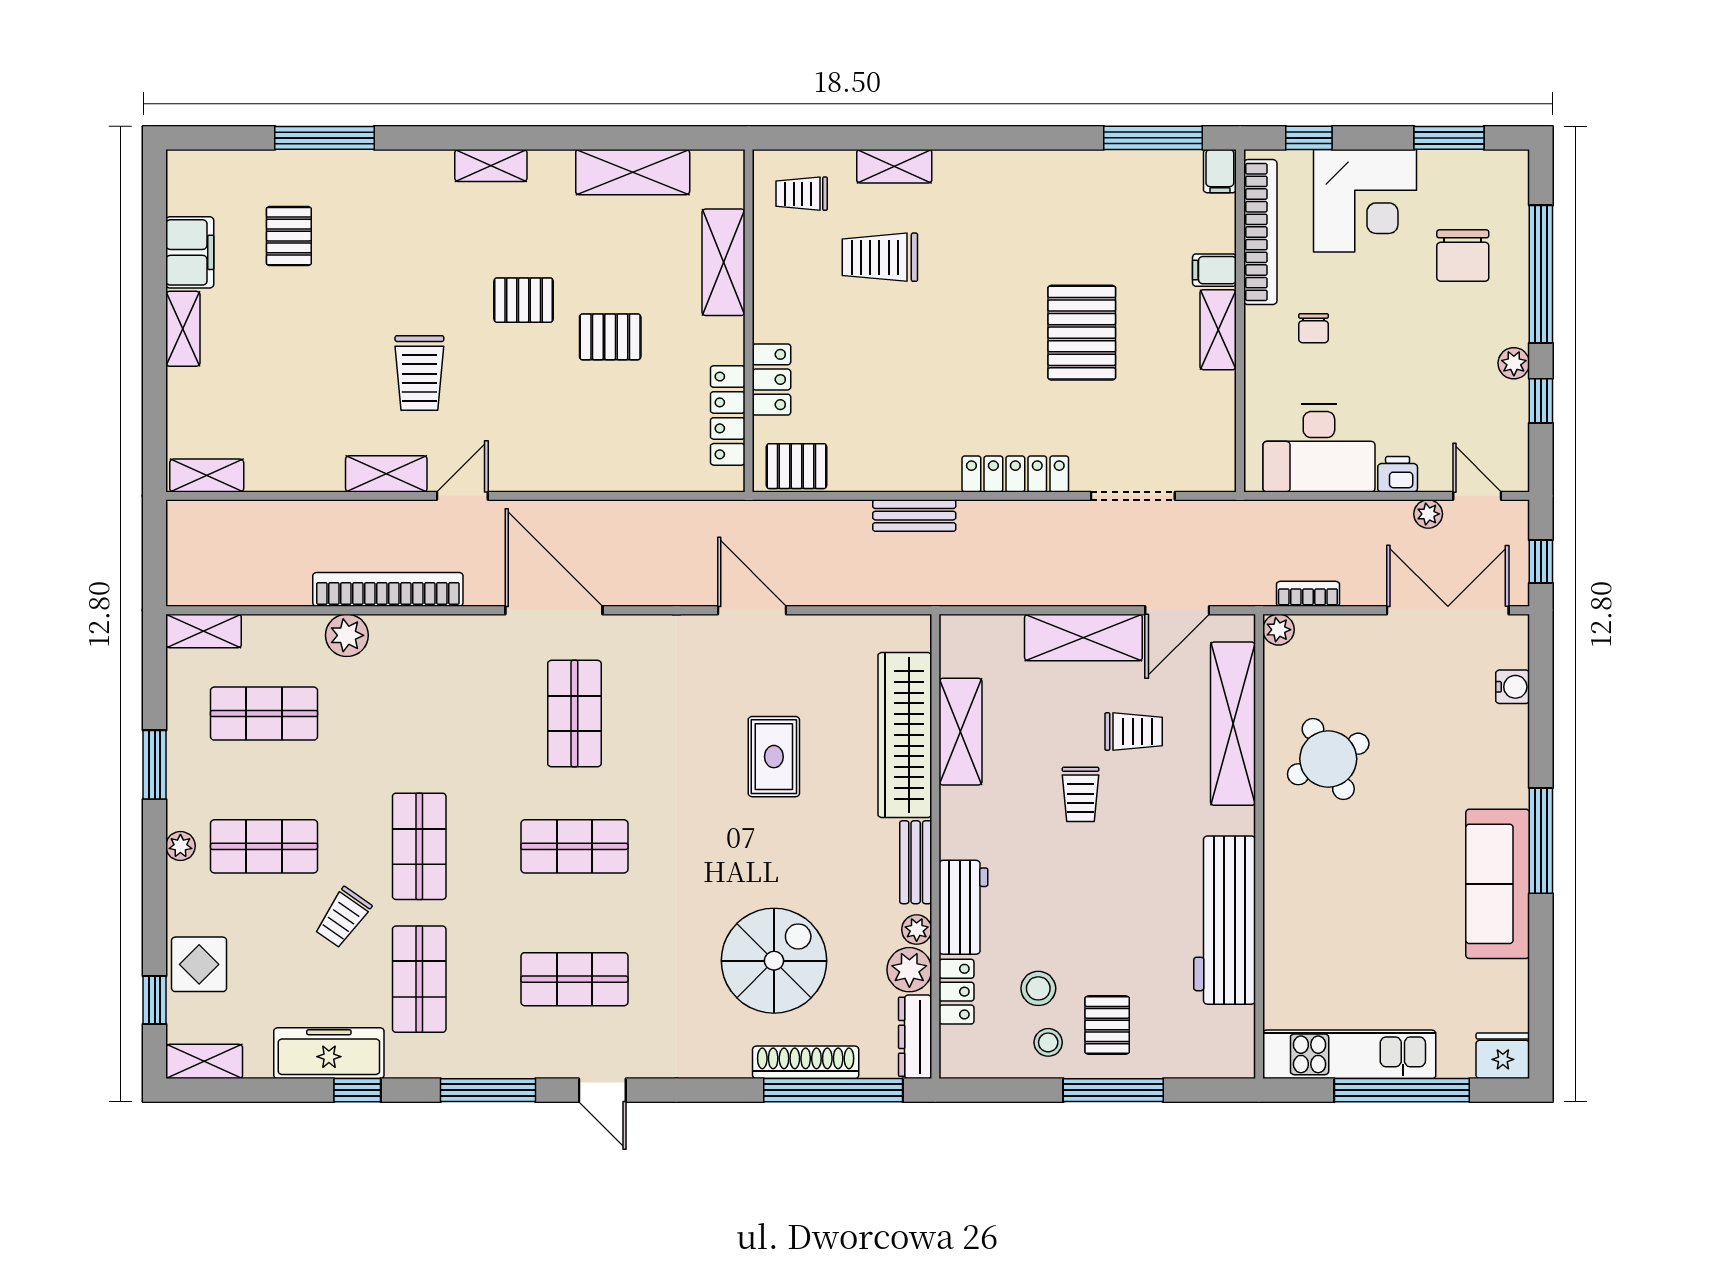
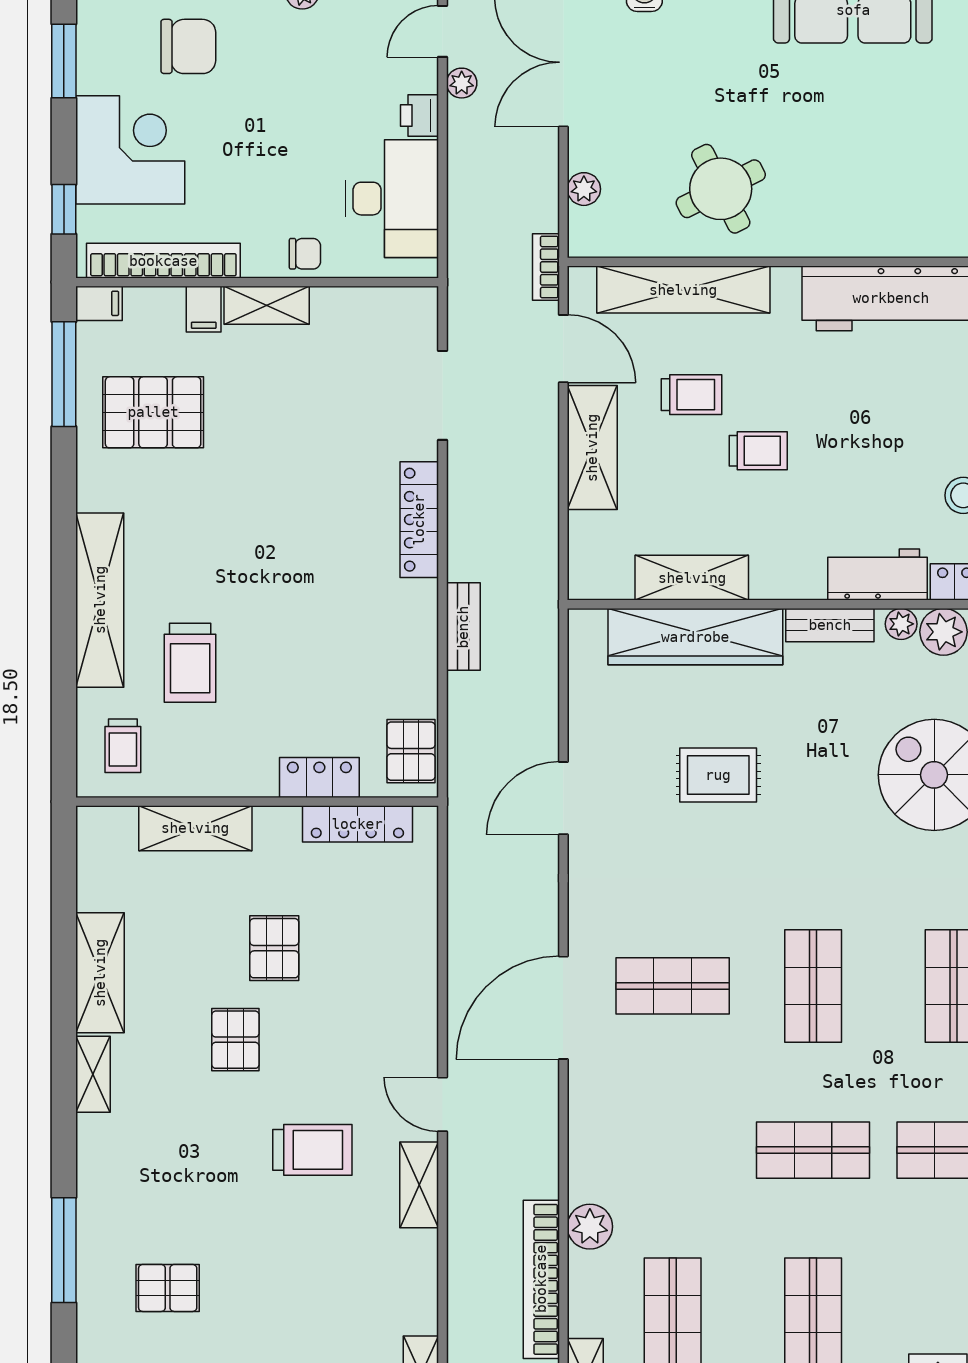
shelving: (894, 166) -> (100, 600), width x2.20, depth x1.33
shelving: (633, 172) -> (100, 973), moved
chair: (1314, 328) -> (305, 254), moved
pallet: (1082, 333) -> (153, 412), moved
bookcase: (388, 589) -> (541, 1279), moved
bookcase: (1308, 594) -> (546, 267), moved
plant: (1278, 630) -> (584, 189), moved
trolley: (1134, 731) -> (692, 395), turned 90
trolley: (343, 918) -> (888, 1231), removed

